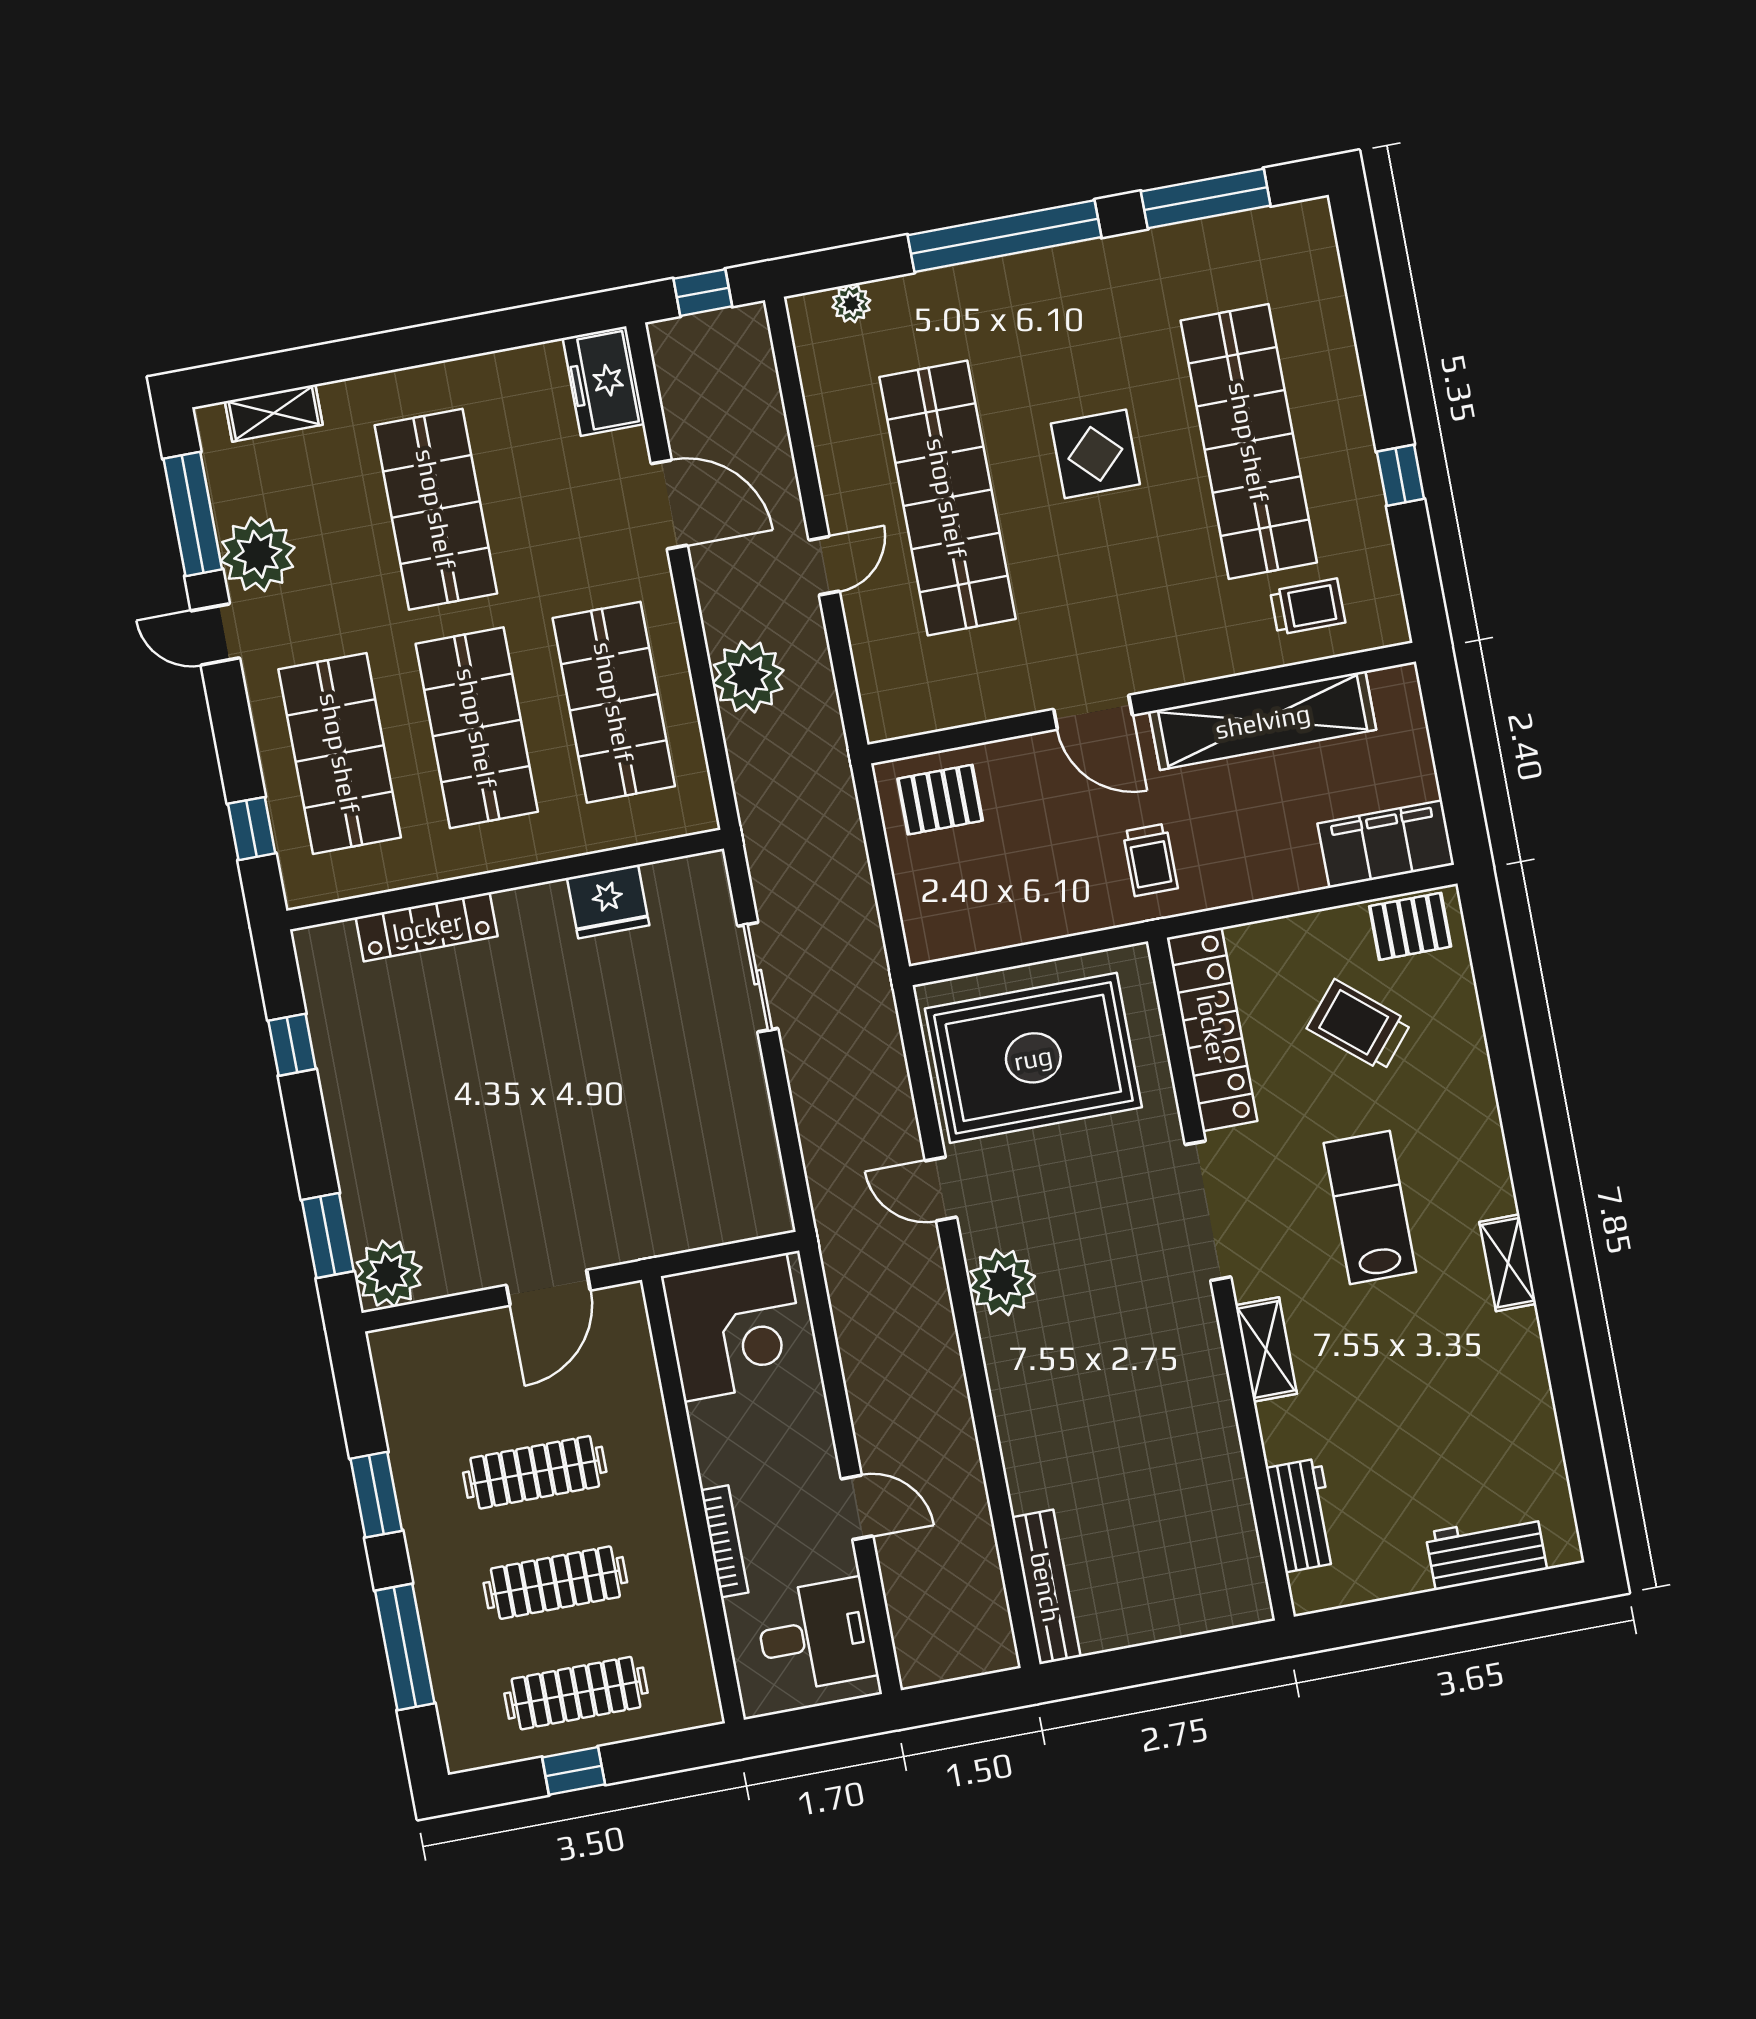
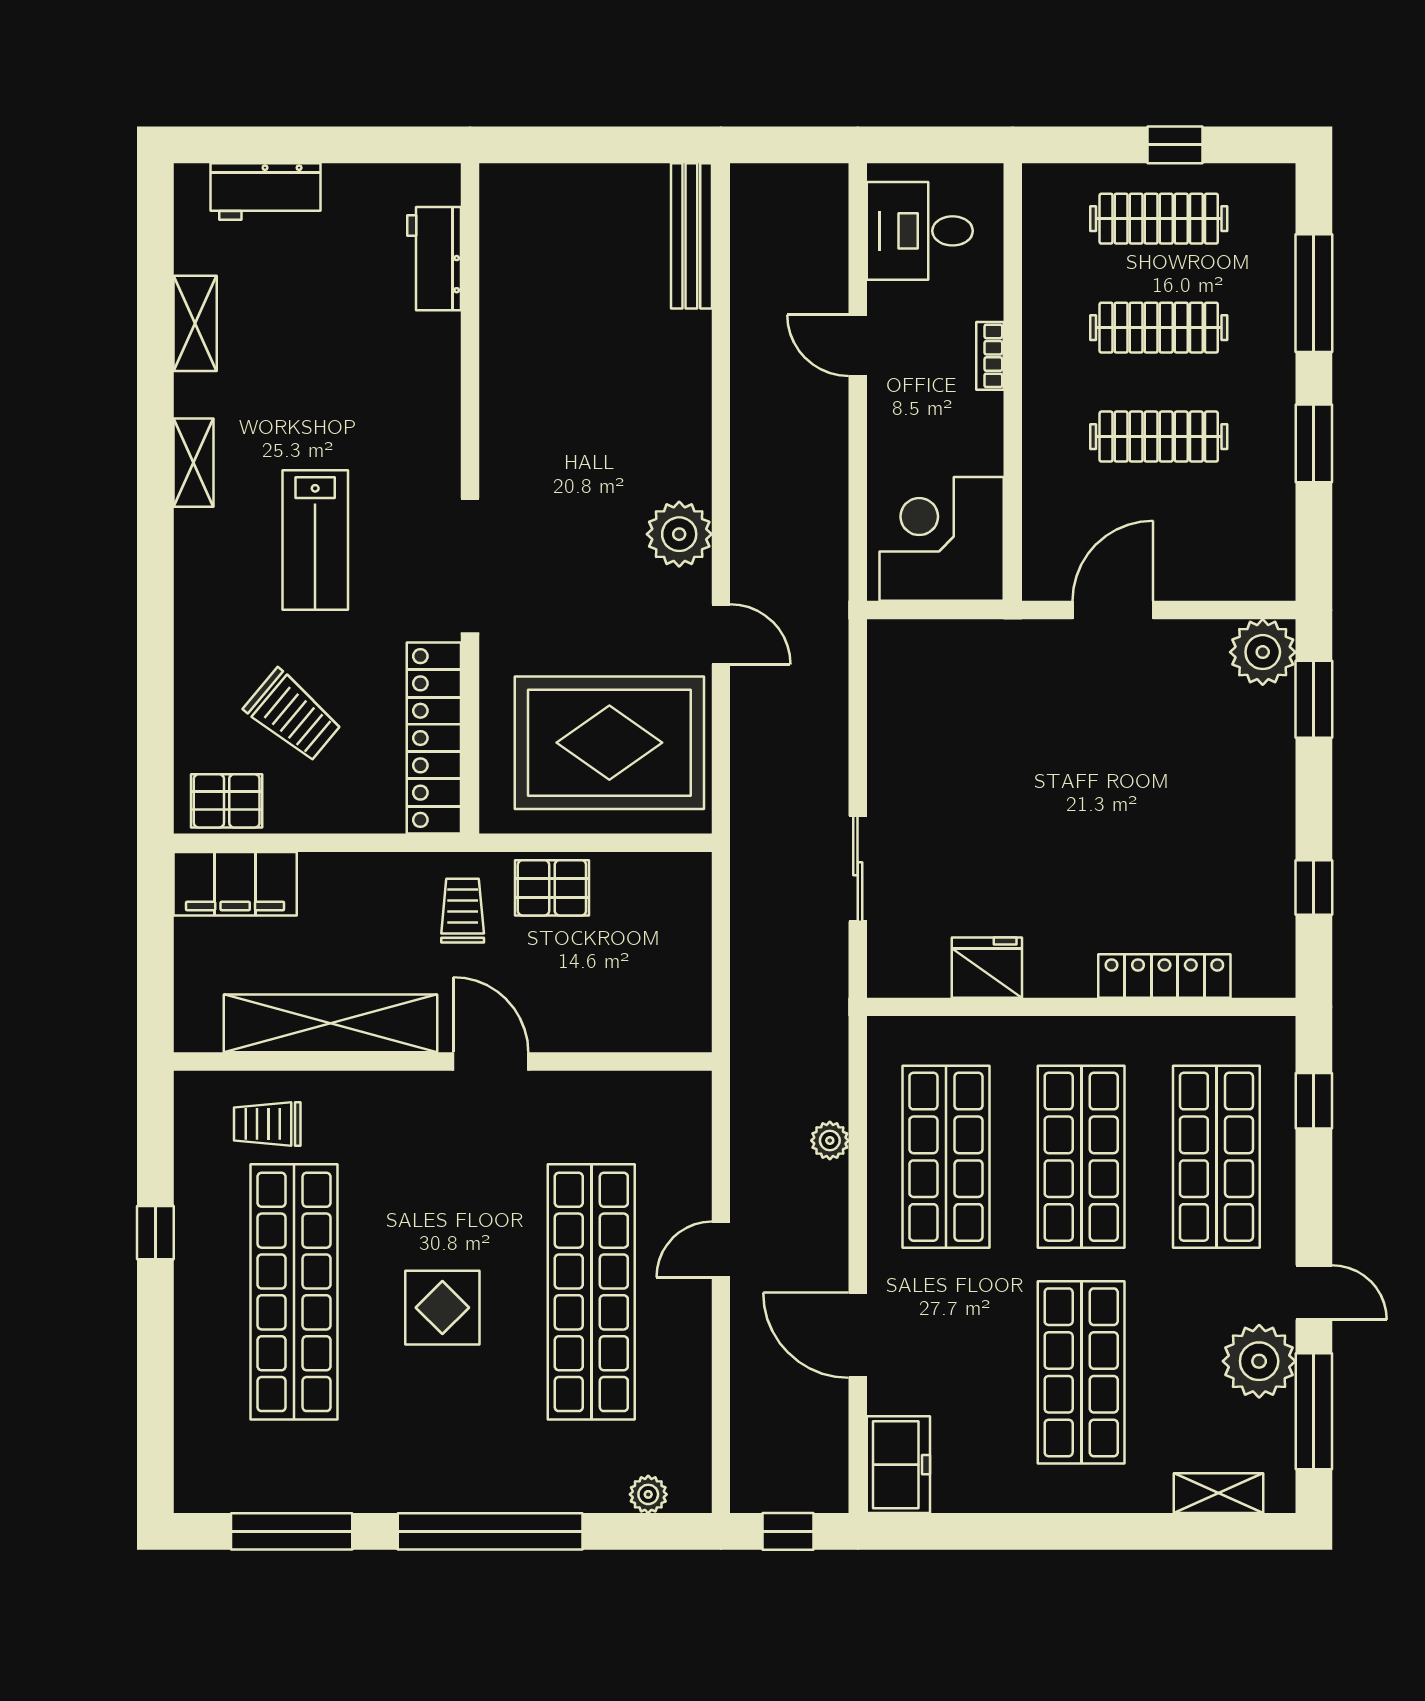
plant: (748, 677) -> (830, 1140), width x0.53, depth x0.53
pallet: (940, 800) -> (552, 888), moved
shelving: (1266, 1349) -> (195, 323), moved
bookcase: (725, 1541) -> (990, 356), width x0.64

